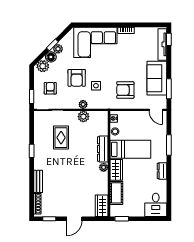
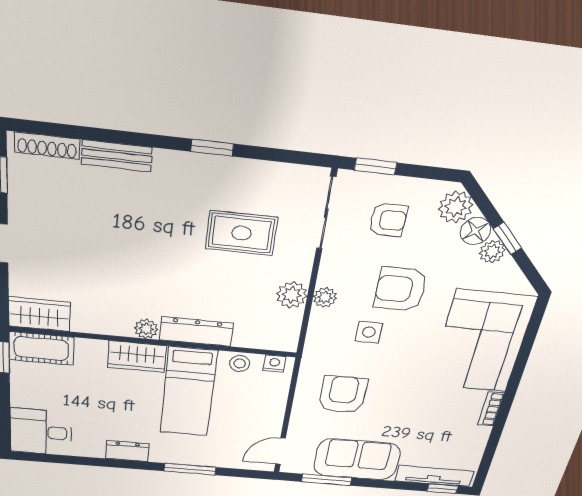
cot: (116, 193) -> (41, 348), moved

